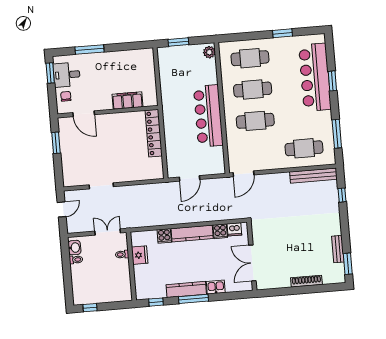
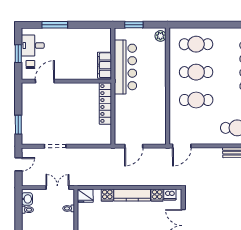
window: (282, 33) -> (227, 25), removed
window: (50, 73) -> (18, 54), moved
filing cabinet: (127, 101) -> (104, 65), moved, turned -90
door: (84, 114) -> (45, 81), swing flipped
bar counter: (208, 116) -> (125, 67), moved, turned 180
window: (56, 143) -> (18, 125), moved
fridge: (140, 255) -> (85, 196), moved, turned 90

